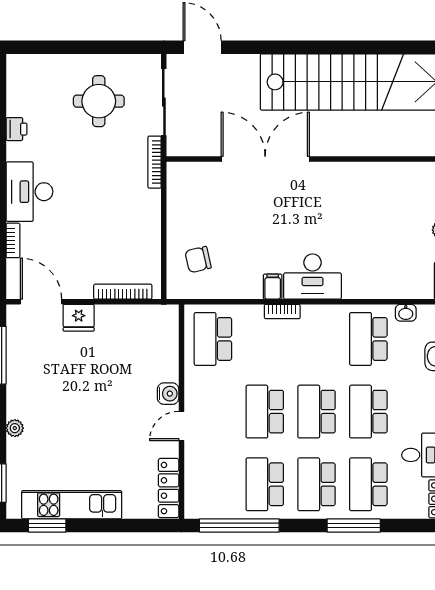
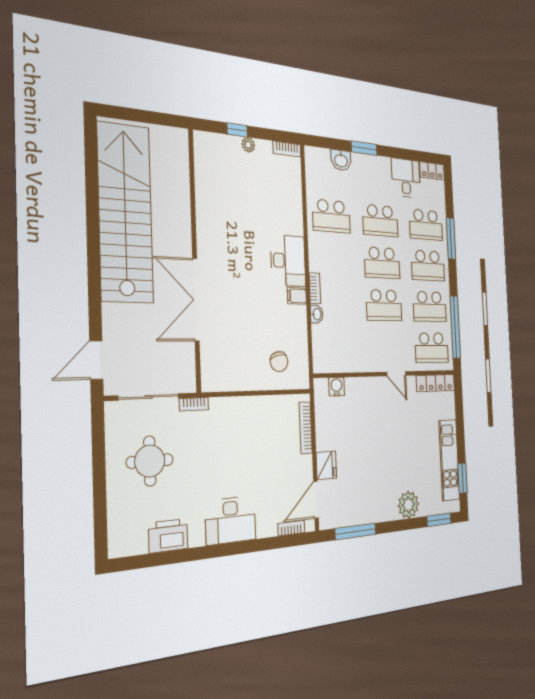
printer: (16, 129) -> (168, 536), width x1.87, depth x1.48
bookcase: (155, 162) -> (194, 404), width x0.64
bookcase: (13, 240) -> (291, 528), moved
washbasin: (406, 313) -> (317, 314), moved
school desk: (213, 339) -> (432, 348), moved
water cooler: (168, 394) -> (336, 387), moved
plant: (15, 428) -> (408, 505), width x1.88, depth x1.88

